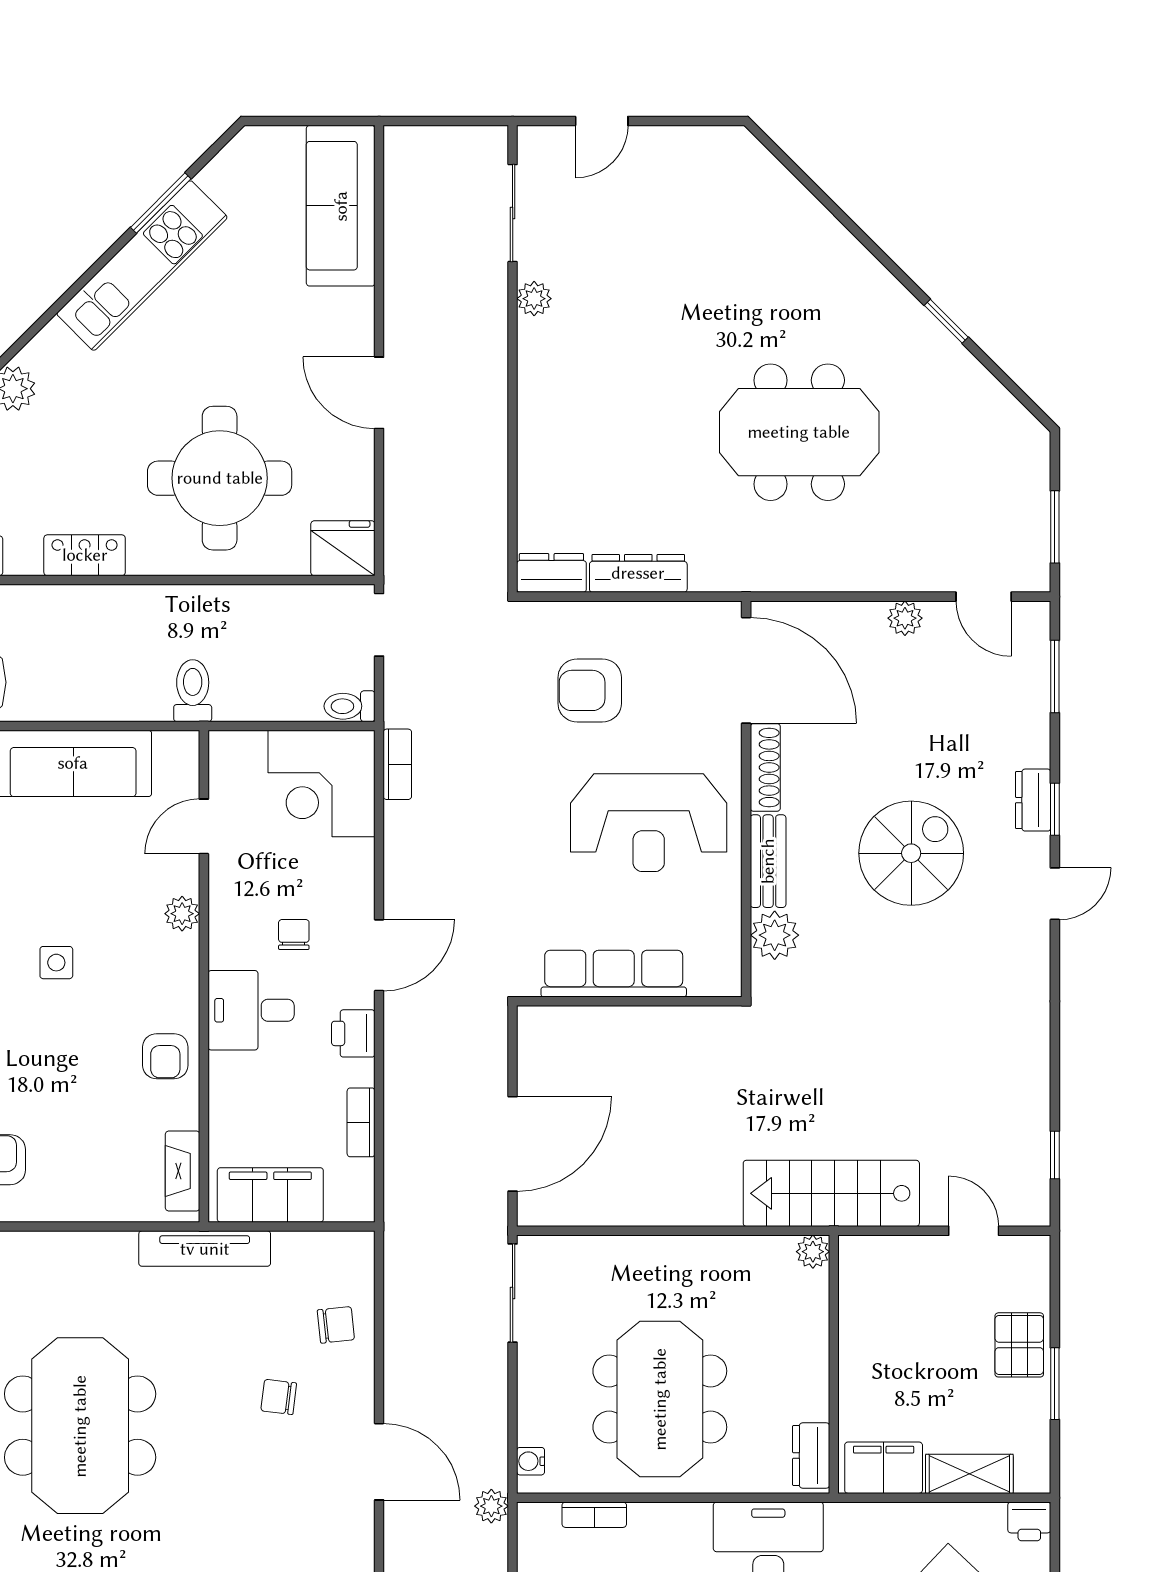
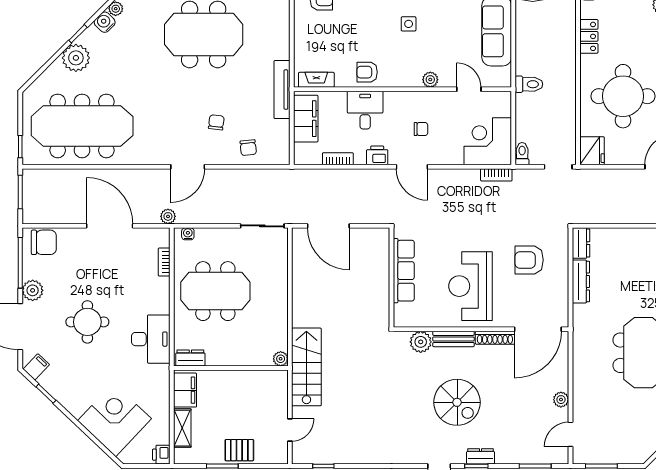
armchair: (590, 690) -> (529, 260), turned -90
desk: (251, 1010) -> (365, 110), moved

